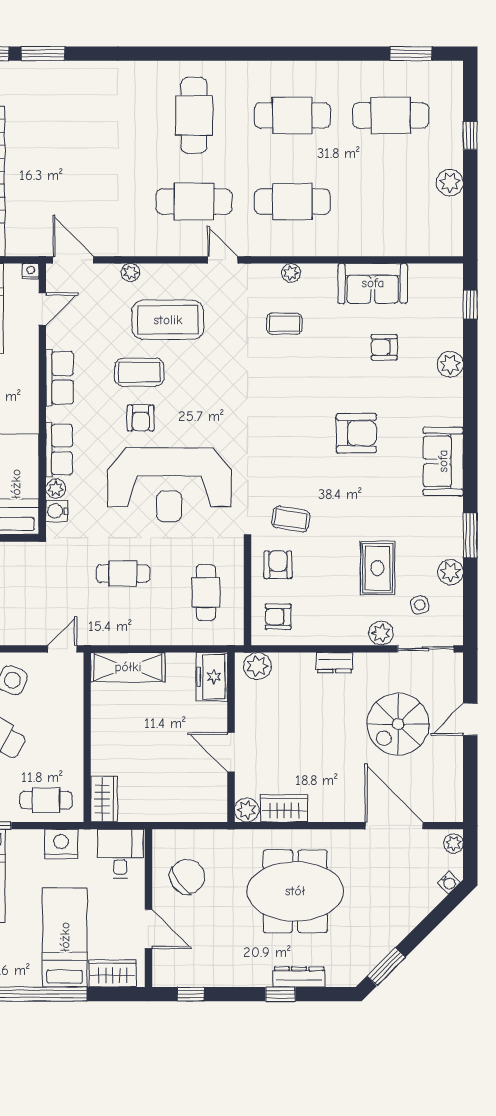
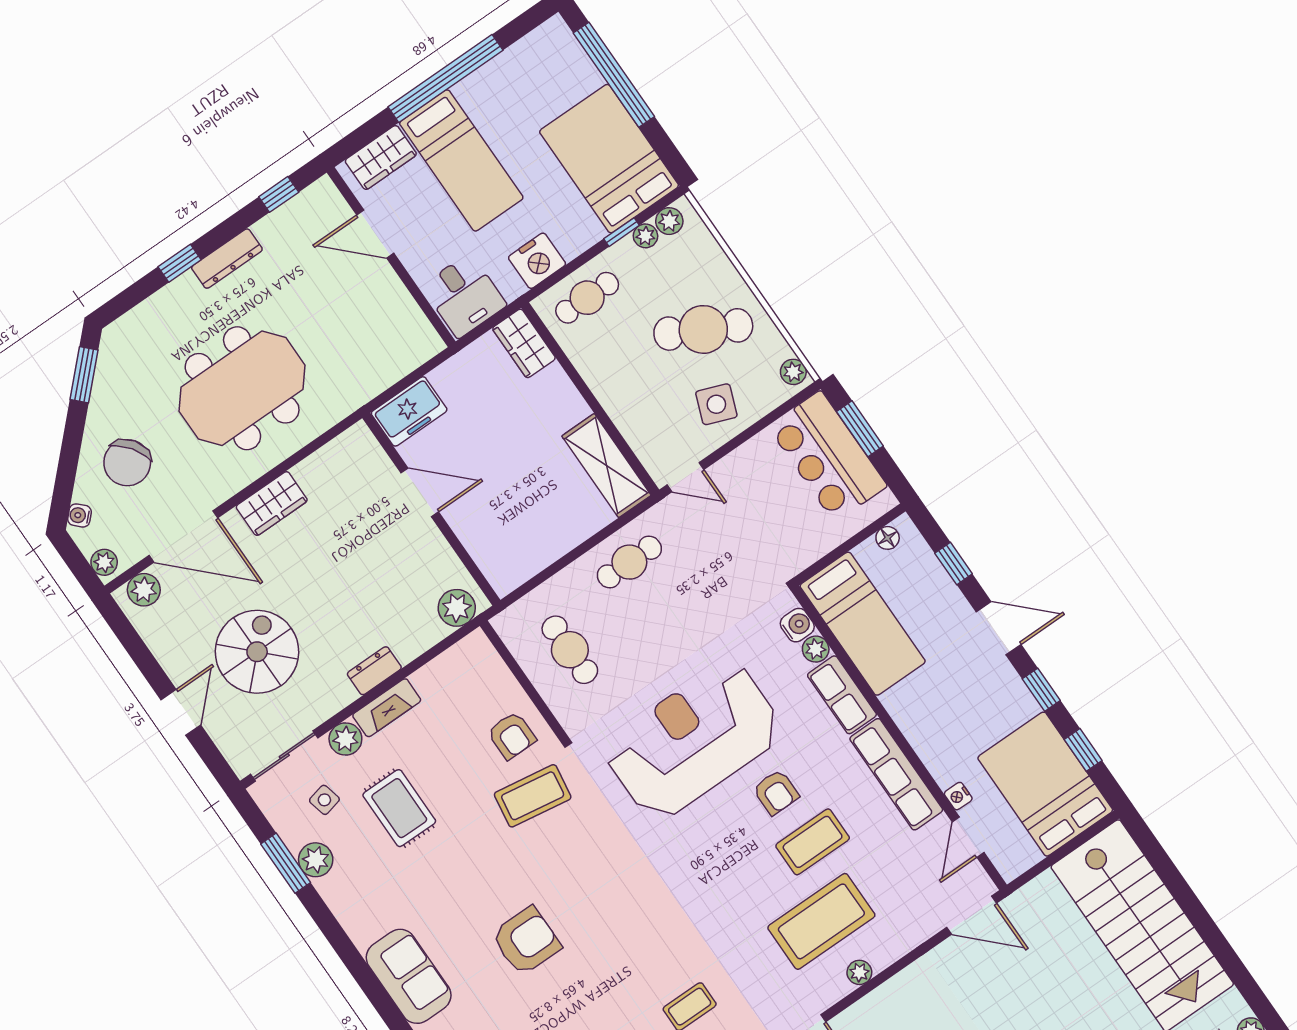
nightstand: (31, 271) -> (958, 796), moved, turned 90
plant: (130, 273) -> (859, 972), moved
row of seats: (60, 378) -> (896, 774), width x1.48
armchair: (141, 418) -> (776, 792), turned 180
armchair: (356, 433) -> (526, 941), turned 180
coffee table: (291, 519) -> (533, 796), width x1.36, depth x1.30
window: (470, 536) -> (286, 863), moved
cafe table: (123, 573) -> (629, 562), moved
armchair: (278, 617) -> (472, 678), removed
fireplace: (343, 635) -> (387, 708), added
door: (62, 649) -> (685, 477), hinge flipped
shelving: (128, 667) -> (606, 466), moved, turned 90
freezer: (212, 677) -> (409, 411), moved, turned 90
wardrobe: (284, 808) -> (272, 503), moved
plant: (247, 810) -> (144, 590), moved
chair: (187, 877) -> (127, 463), moved
dresser: (299, 977) -> (227, 259), moved

